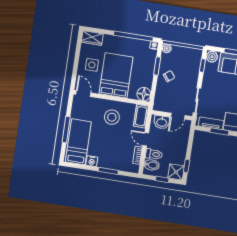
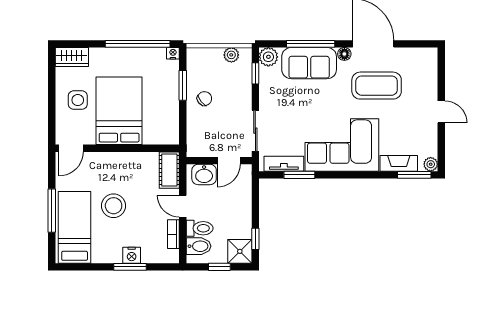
plant: (167, 48) -> (231, 55), moved
door: (83, 94) -> (71, 148), swing flipped
floor lamp: (144, 94) -> (168, 134), removed
stool: (112, 117) -> (114, 206), moved
nightstand: (92, 161) -> (132, 255), moved

